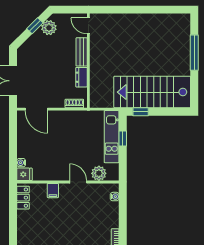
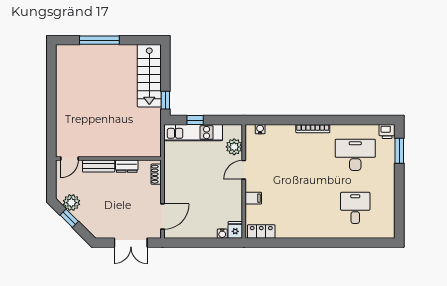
stairs: (152, 92) -> (149, 76), width x0.73, depth x0.66

